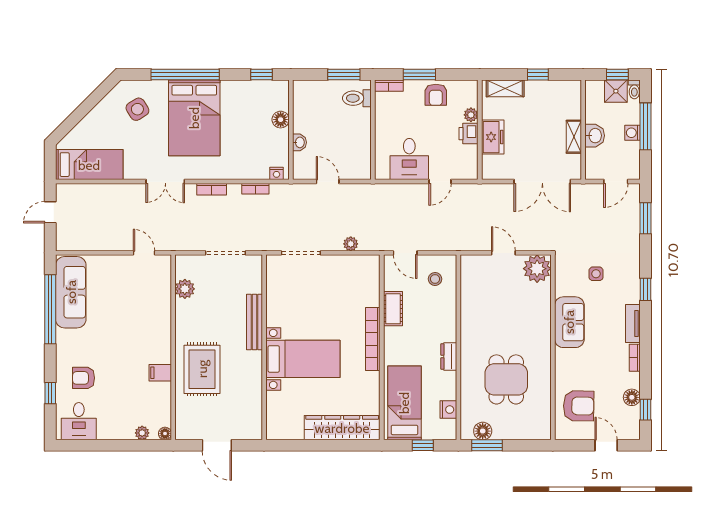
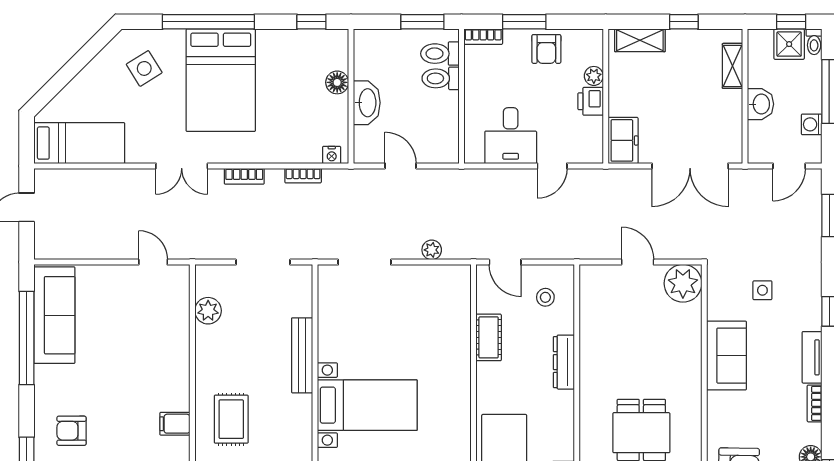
toilet: (357, 117) -> (441, 78), added
washing machine: (633, 133) -> (812, 124), moved
freezer: (493, 137) -> (623, 140), moved
shelving: (574, 137) -> (733, 66), moved
washbasin: (299, 142) -> (367, 103), width x1.91, depth x1.45
bookcase: (373, 339) -> (461, 378), removed
dresser: (449, 357) -> (564, 362), moved, width x1.44
rug: (202, 369) -> (231, 419), width x0.73, depth x0.70

